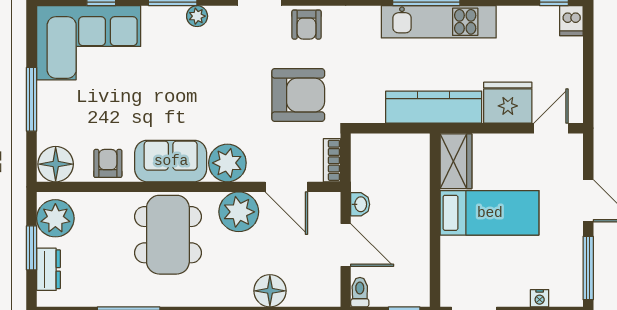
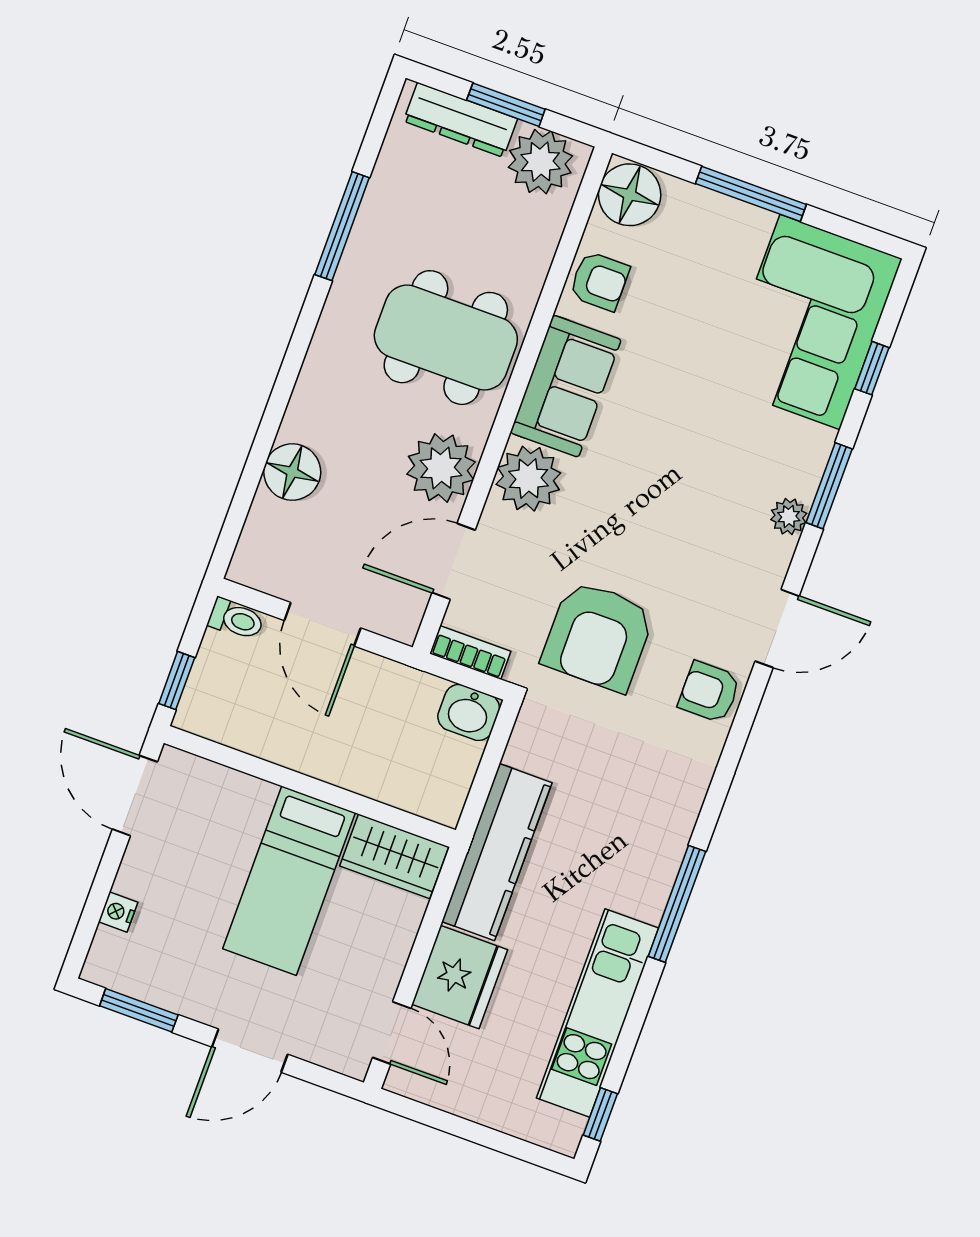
dishwasher: (571, 21) -> (557, 1131), removed
kitchen unit: (439, 22) -> (597, 1013), moved
washbasin: (360, 204) -> (469, 712), moved, width x1.38, depth x1.45
door: (346, 245) -> (322, 624), hinge flipped
window: (588, 268) -> (139, 1010), width x0.69
dresser: (49, 269) -> (460, 120), width x1.44

